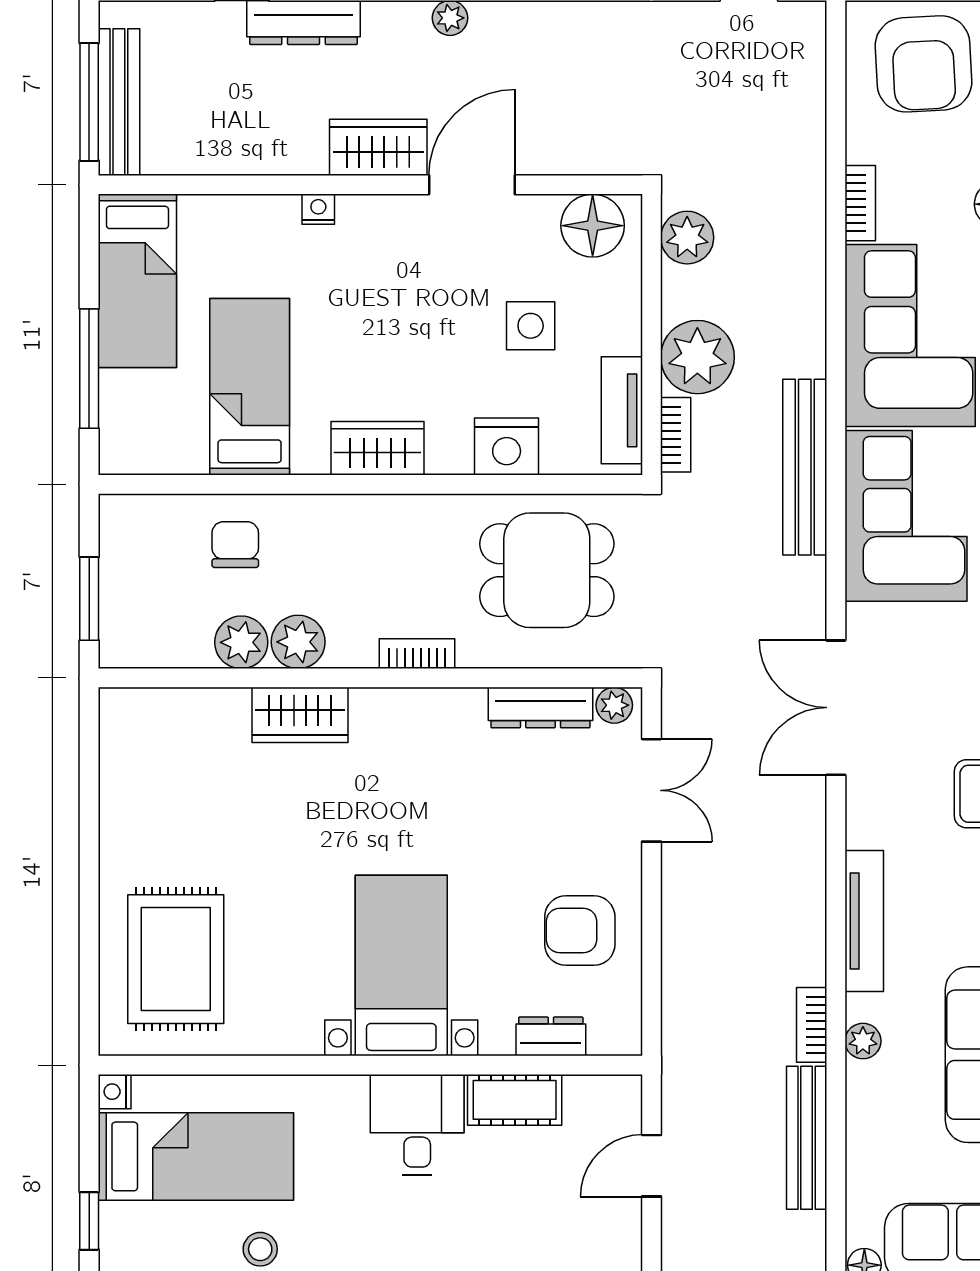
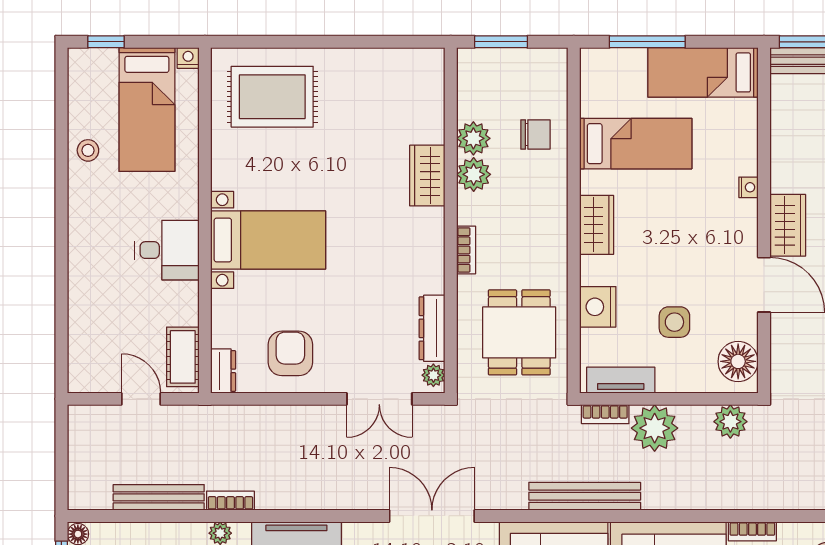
dresser: (551, 1036) -> (223, 371), moved
cot: (515, 1100) -> (183, 357), moved

